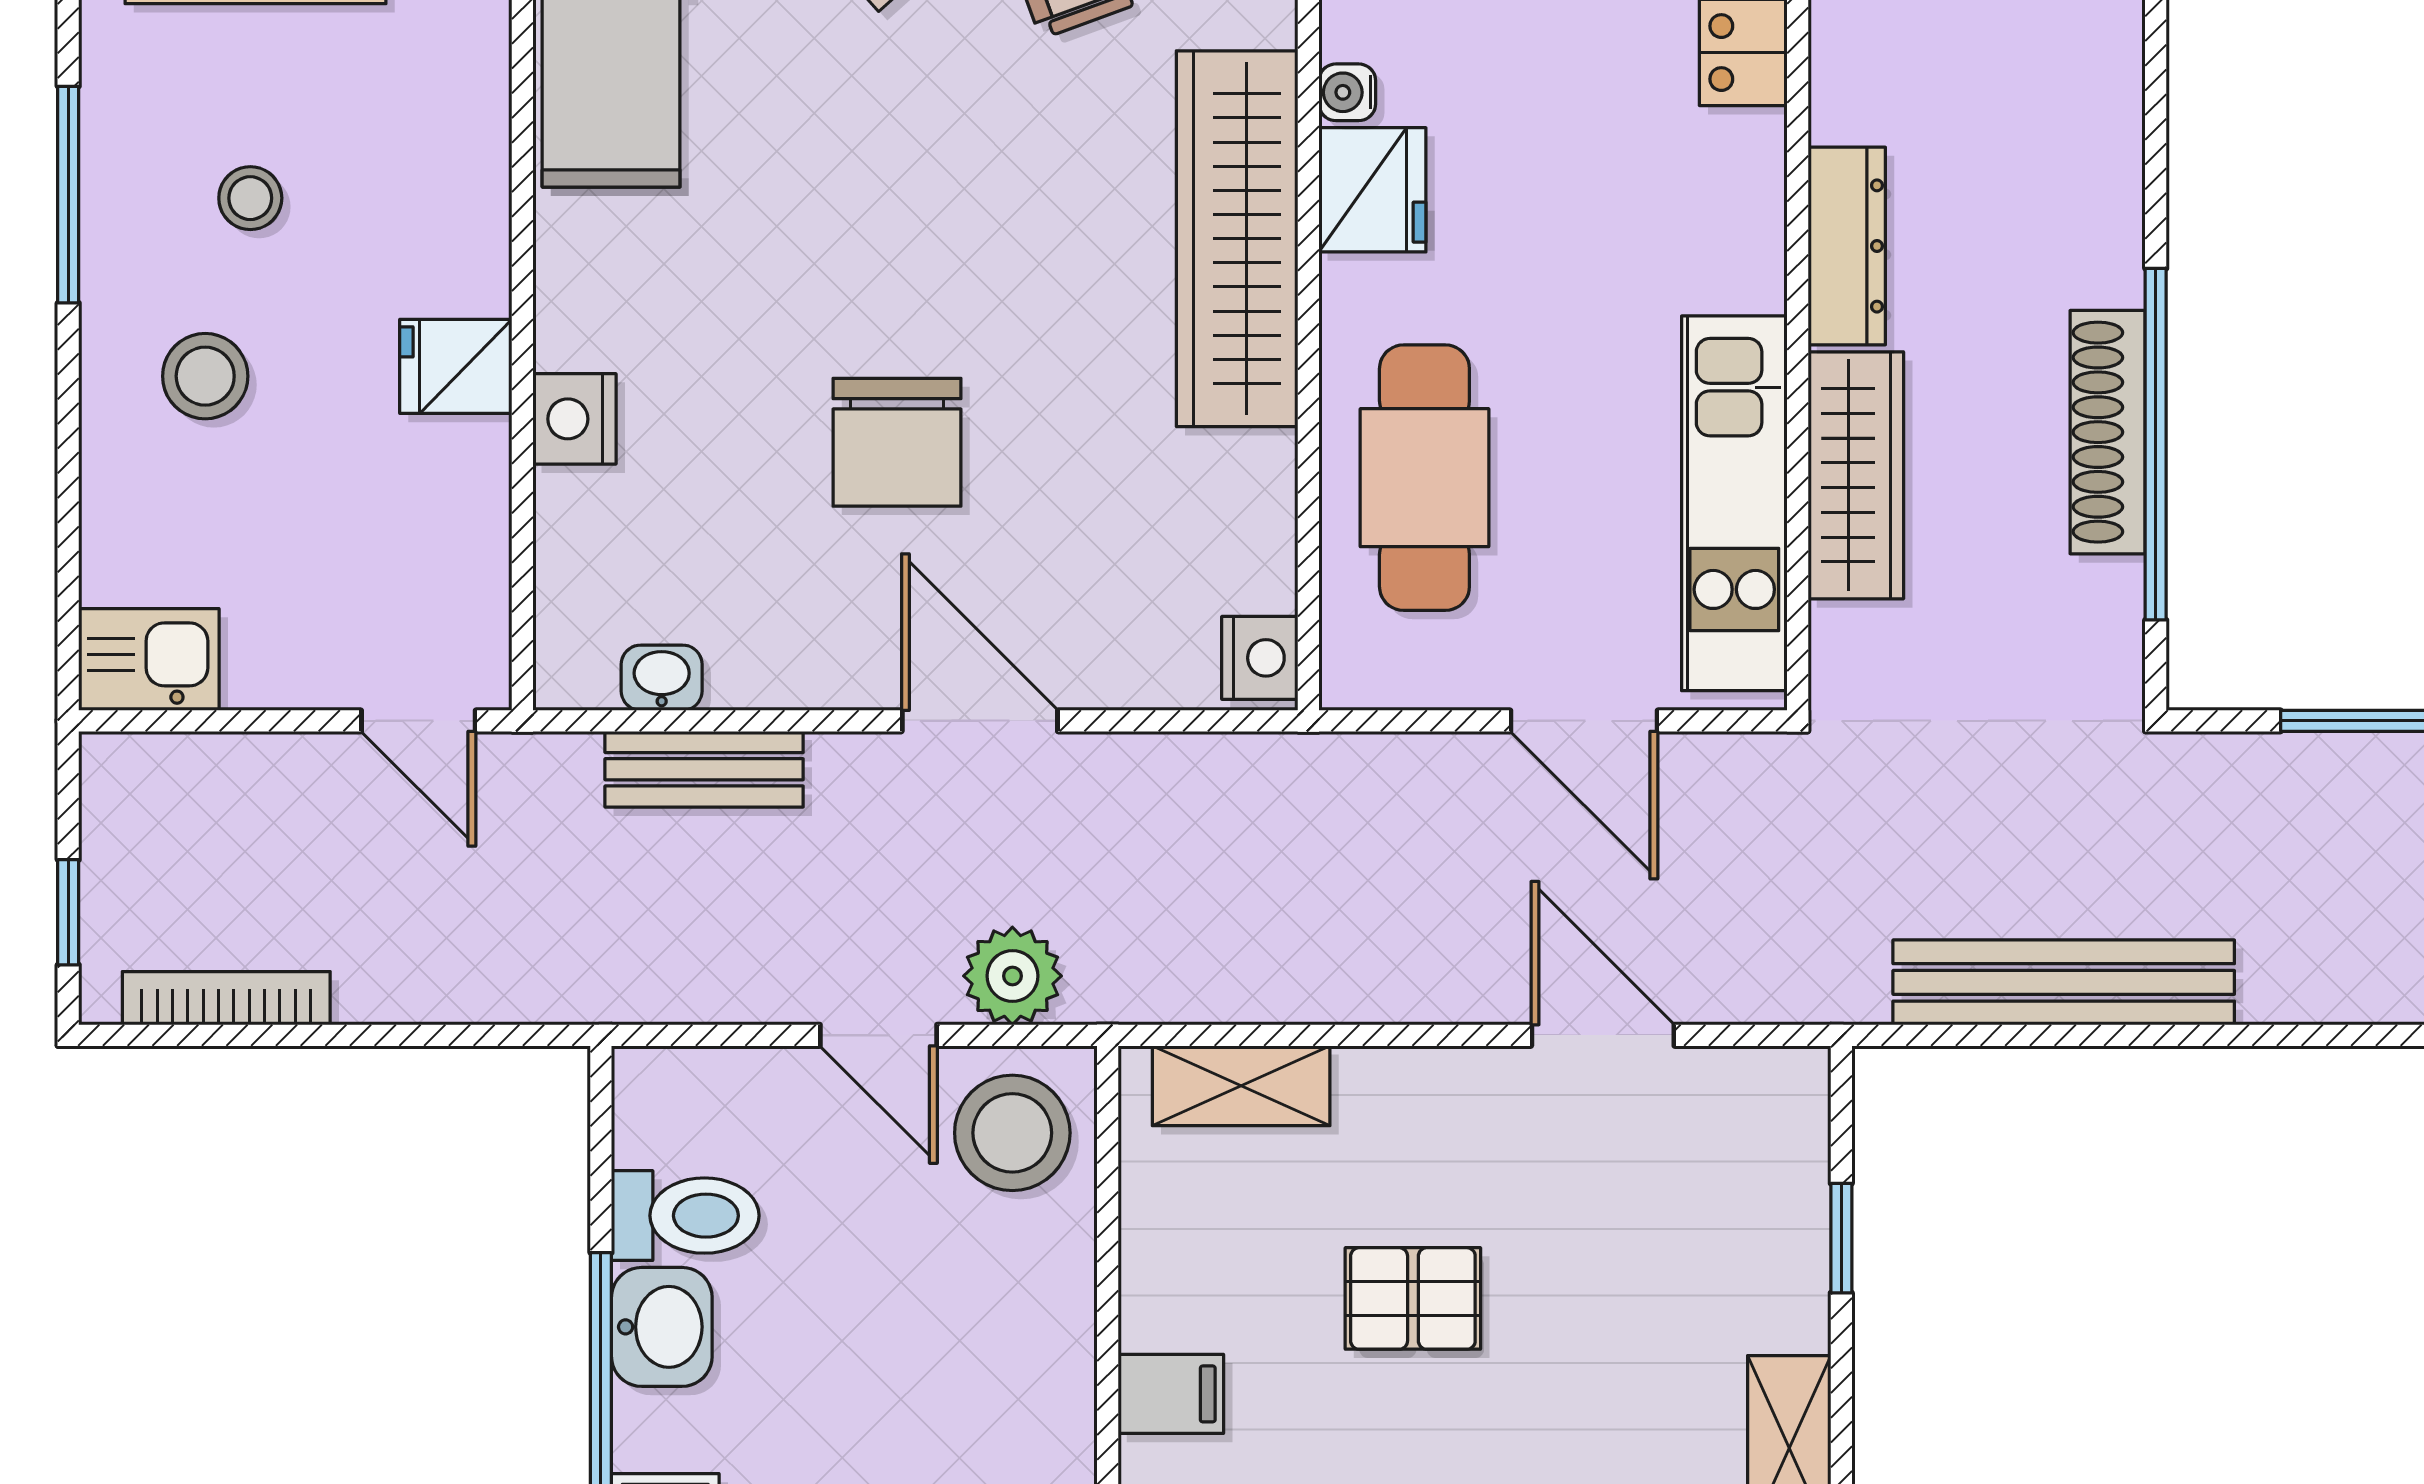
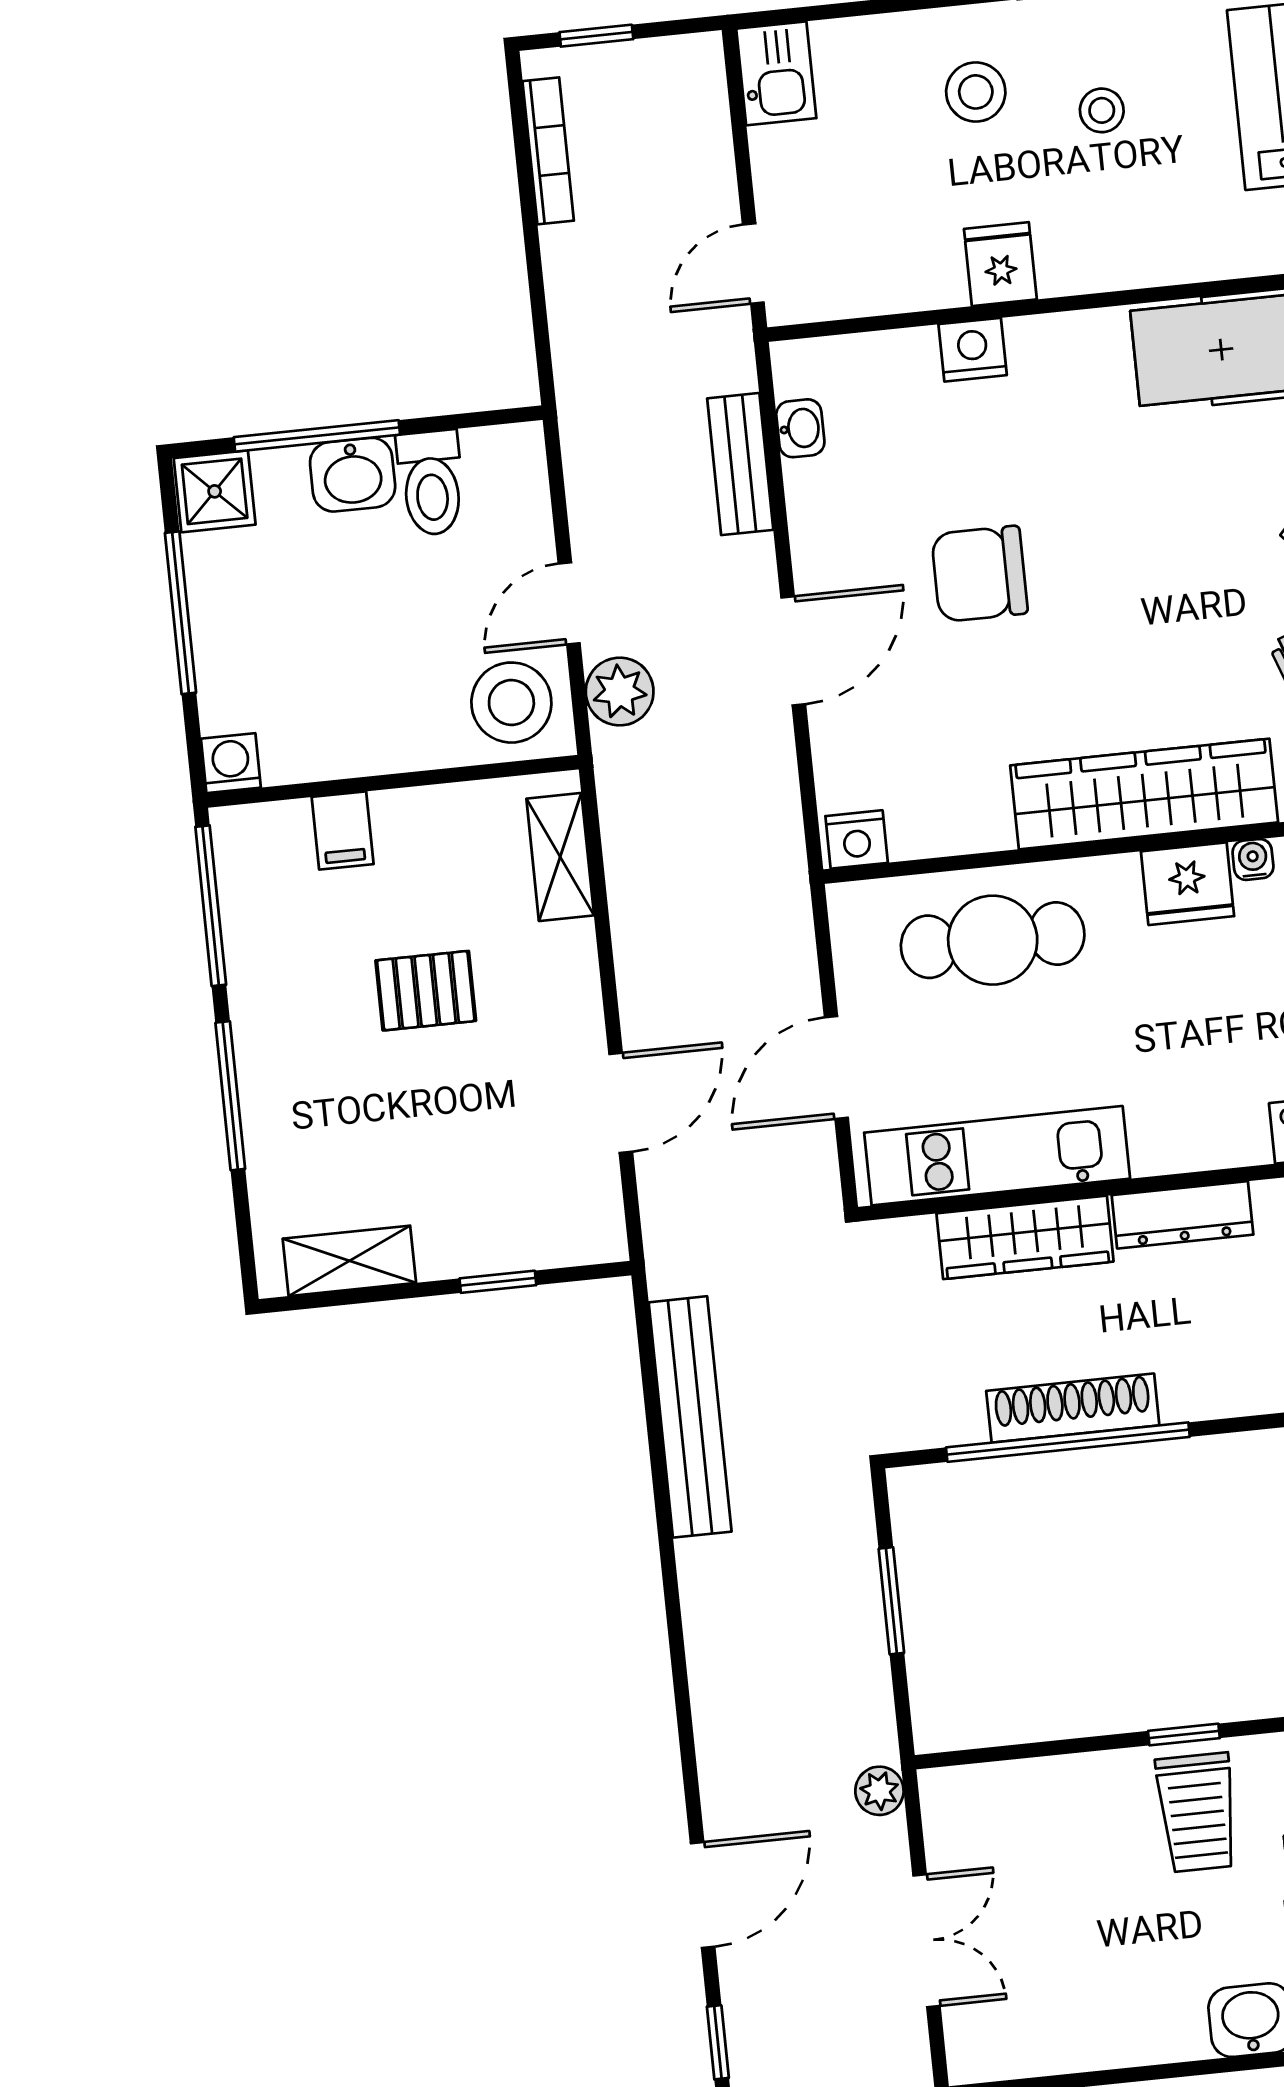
pallet: (1413, 1298) -> (426, 991), turned 90

